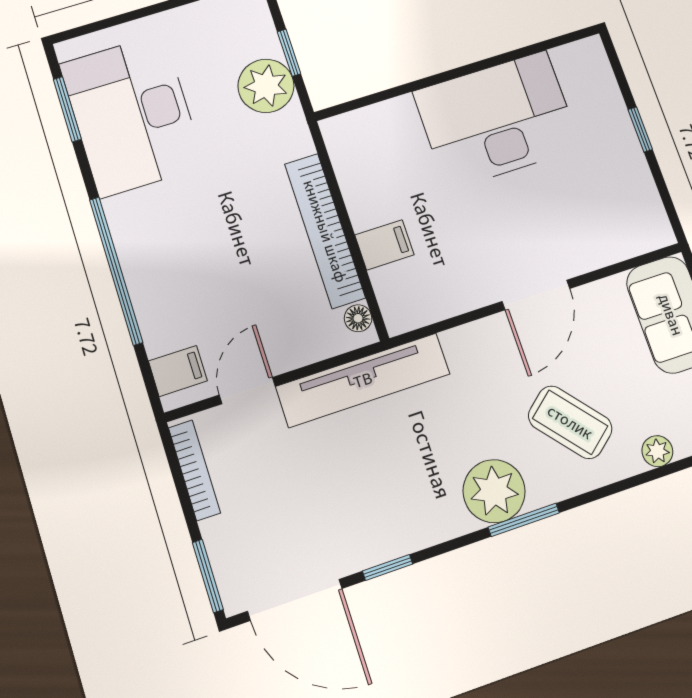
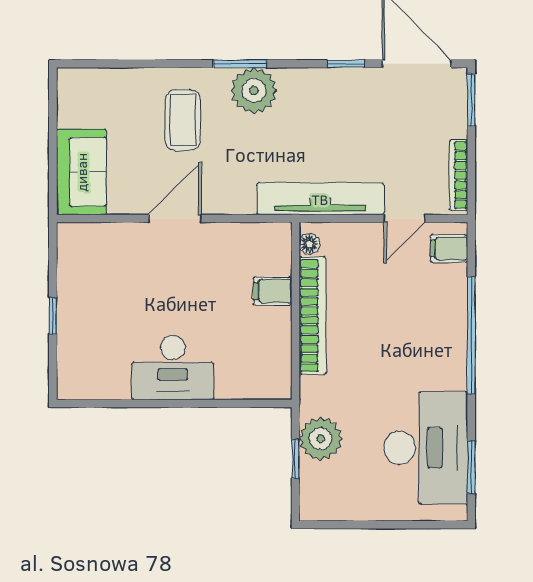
desk: (497, 120) -> (173, 368), width x0.73, depth x0.77
coffee table: (570, 422) -> (183, 120), turned 40
plant: (657, 451) -> (128, 79), removed

